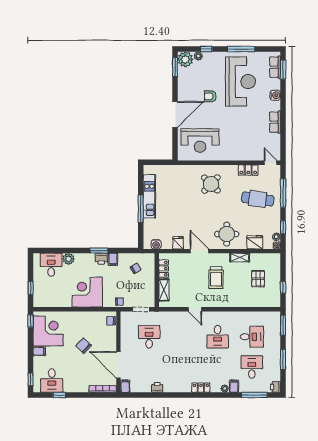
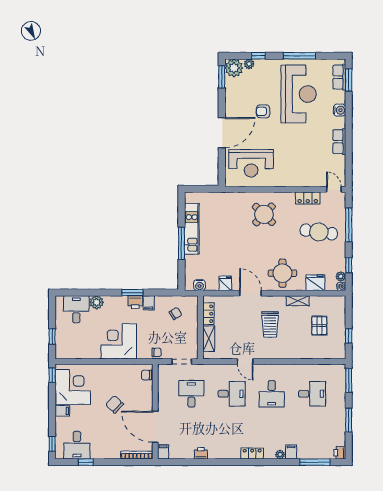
desk: (252, 367) -> (232, 394), moved, turned 90

